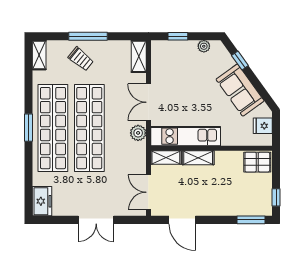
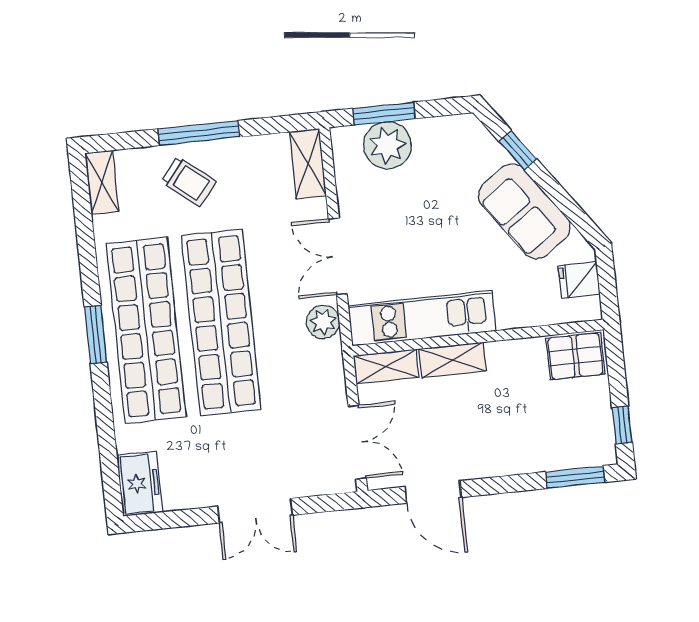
window: (178, 36) -> (384, 114), width x1.50
plant: (204, 46) -> (387, 145), moved, width x1.88, depth x1.88
double door: (148, 192) -> (357, 442), swing flipped

